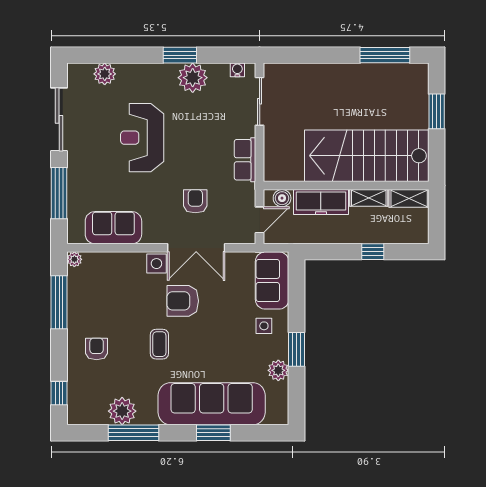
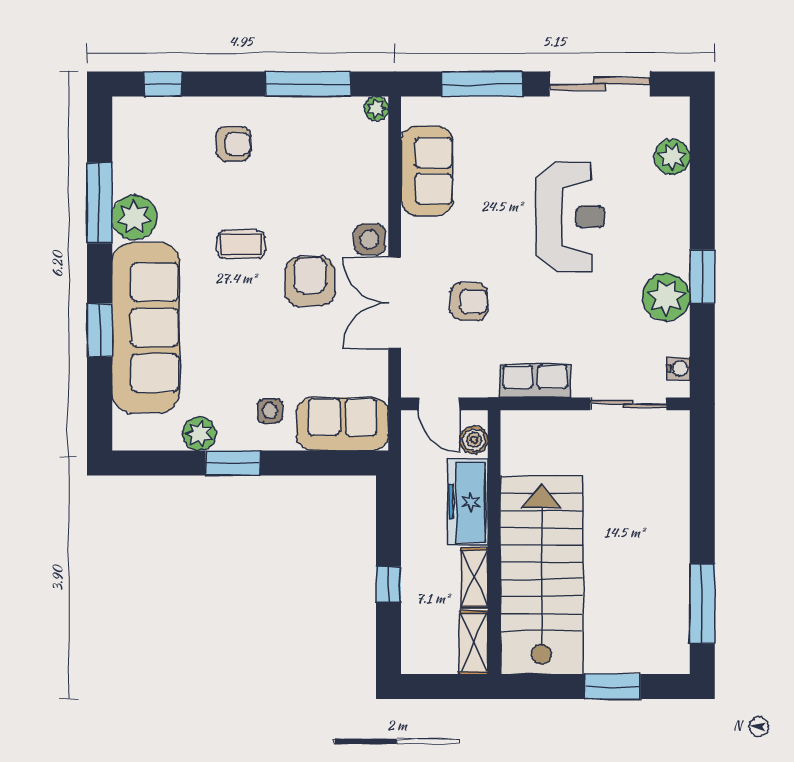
reception desk: (142, 138) -> (570, 217), turned 90
plant: (122, 411) -> (134, 218), moved

